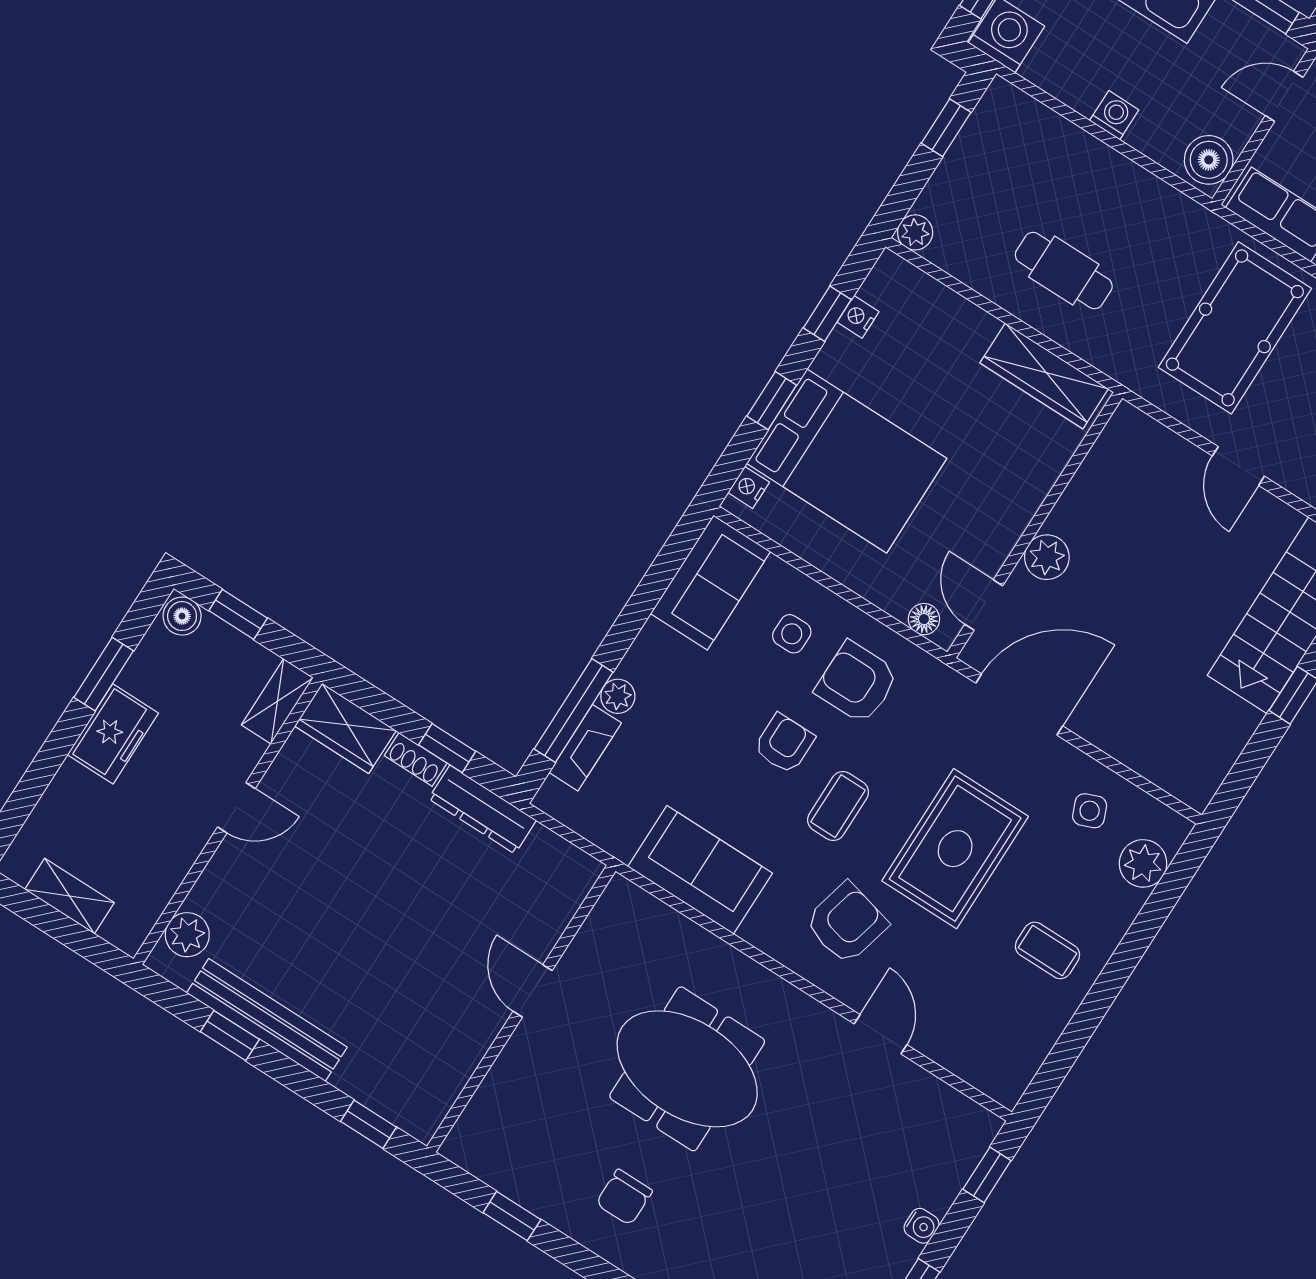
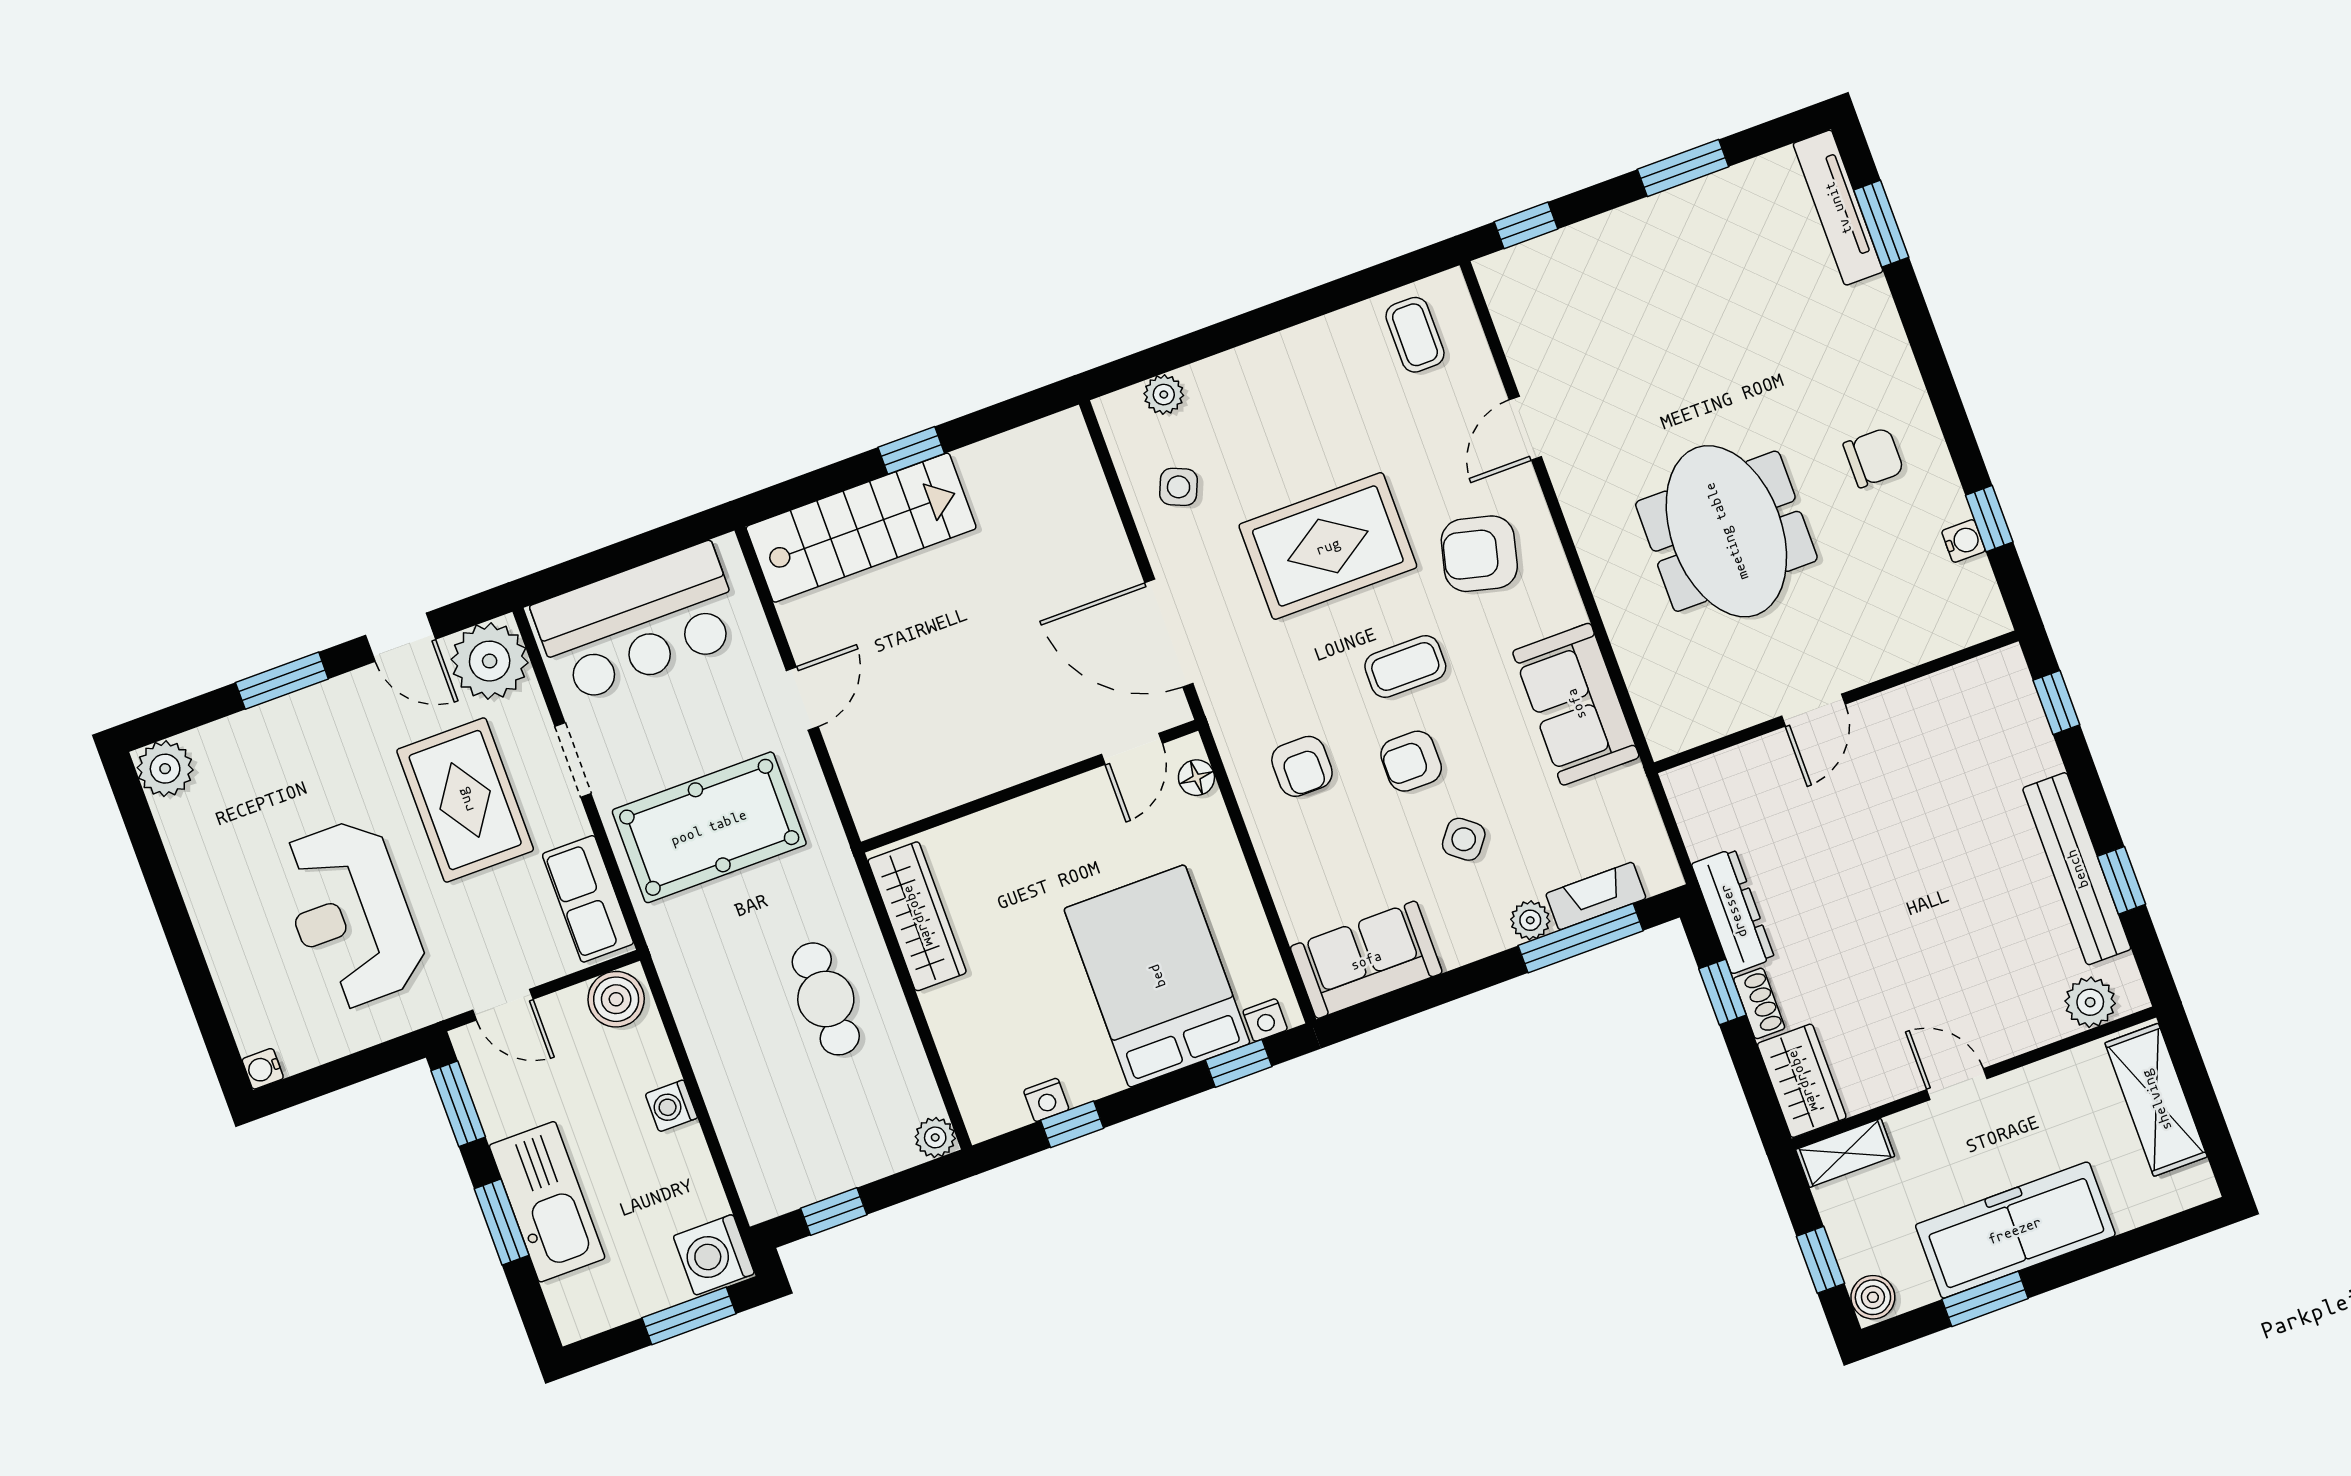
window: (772, 401) -> (1239, 1063), moved
plant: (1047, 557) -> (1041, 749), removed
side table: (792, 634) -> (1464, 839), moved, turned 38
armchair: (857, 682) -> (1302, 766), width x0.72, depth x0.72
freezer: (113, 734) -> (2015, 1230), width x1.91, depth x1.26
side table: (1090, 811) -> (1179, 487), turned 45
plant: (1143, 863) -> (1164, 395), width x0.73, depth x0.73
shelving: (69, 896) -> (2156, 1100), width x1.50, depth x1.33
coffee table: (1048, 950) -> (1415, 335), moved
water cooler: (922, 1226) -> (1963, 541), moved, turned 90

